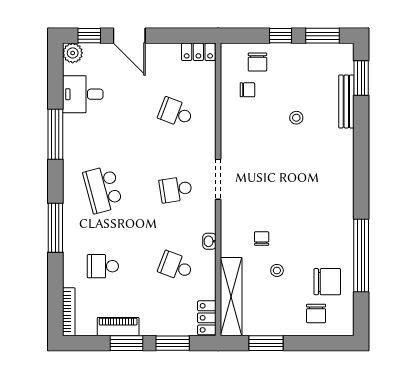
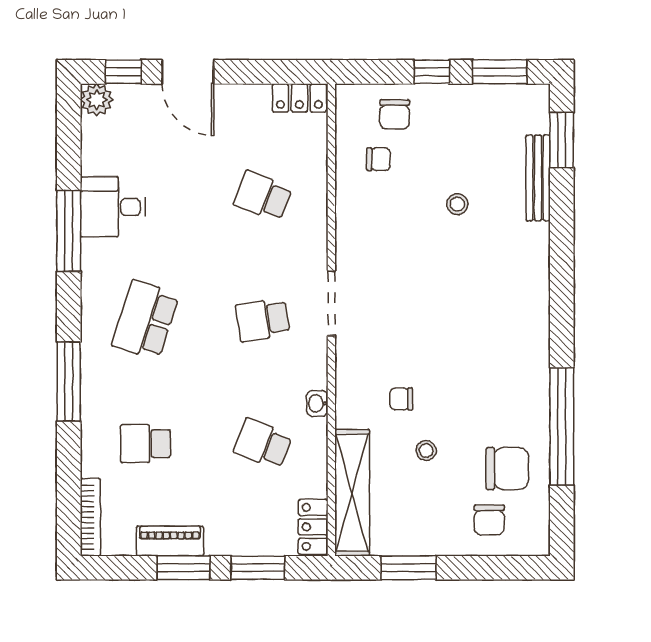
desk: (83, 94) -> (113, 207), moved
school desk: (103, 189) -> (145, 320), turned 33
chair: (262, 239) -> (401, 399), turned -90

